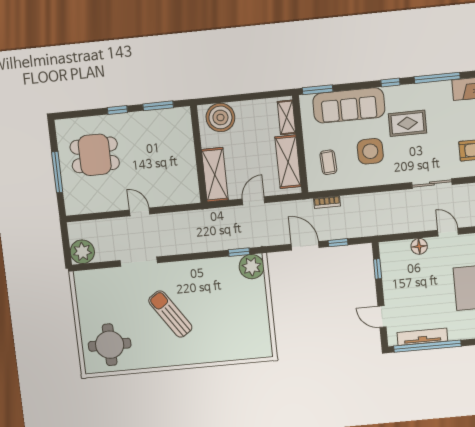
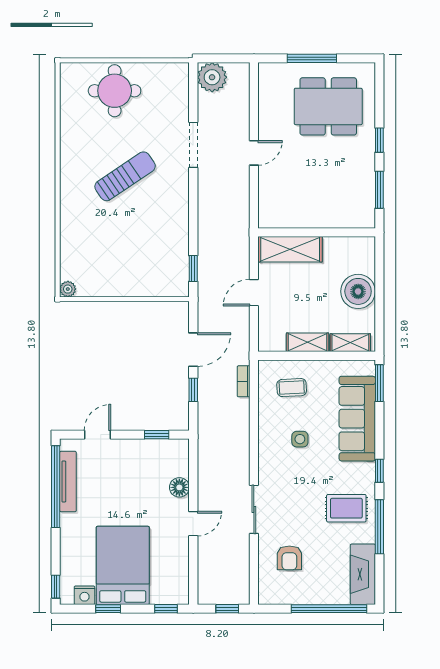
boiler: (220, 117) -> (358, 291), moved
rug: (407, 123) -> (346, 508), moved, turned 90
side table: (370, 151) -> (300, 439), width x0.54, depth x0.54
dining table: (95, 155) -> (328, 106), width x1.38
shelving: (288, 162) -> (308, 342), width x0.67, depth x0.75
door: (253, 201) -> (254, 293), swing flipped
plant: (252, 267) -> (68, 289), moved, width x0.53, depth x0.53
round table: (110, 345) -> (115, 91), moved

